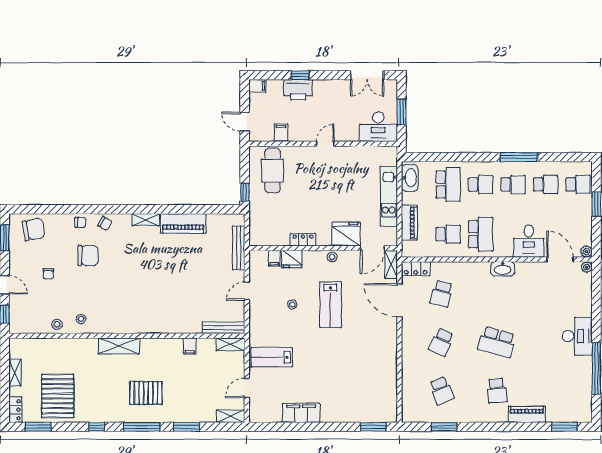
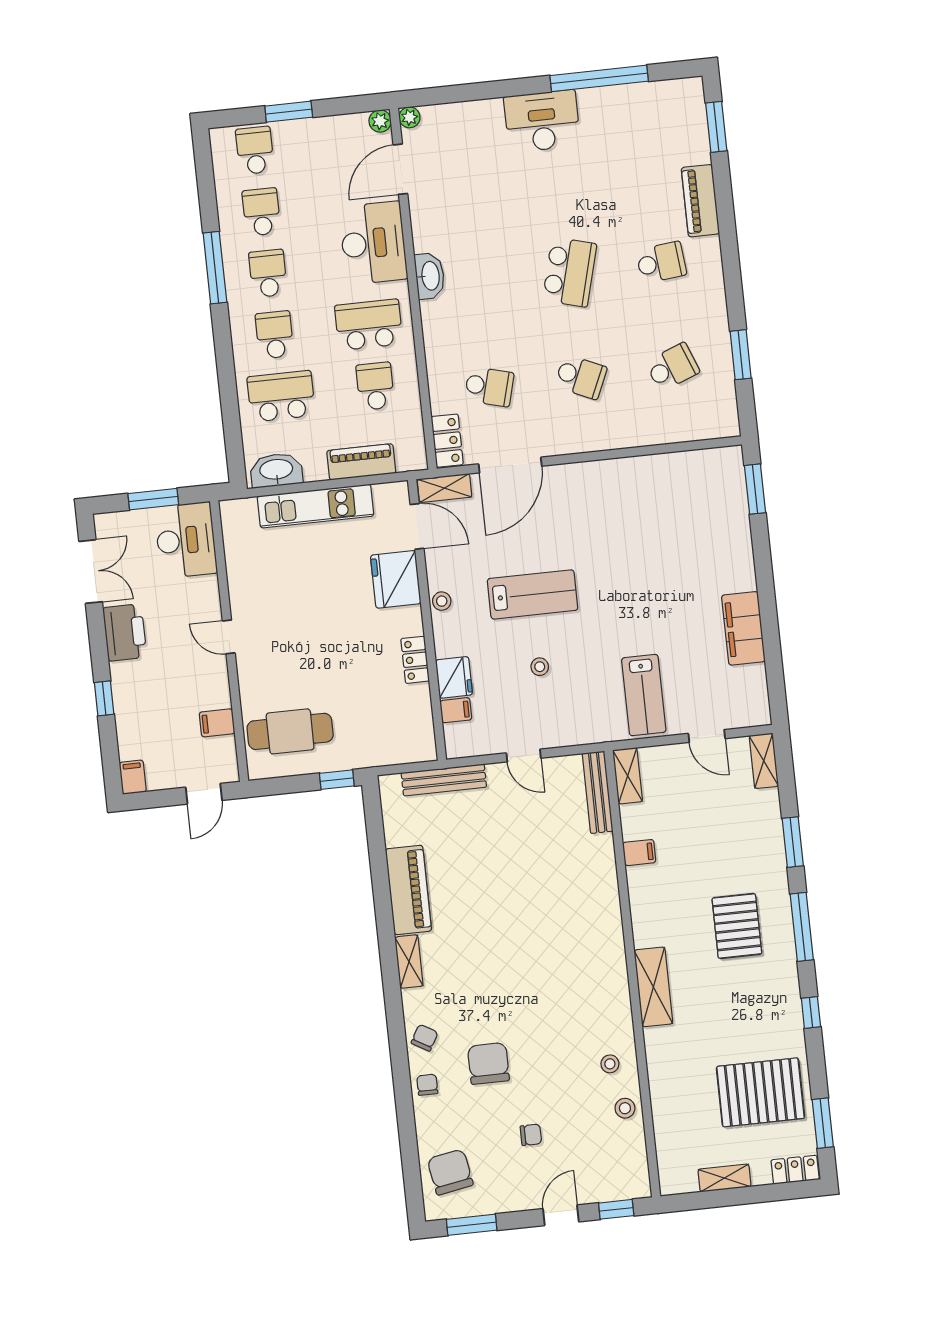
printer: (298, 90) -> (125, 632), moved
desk: (529, 241) -> (373, 243), width x1.37

